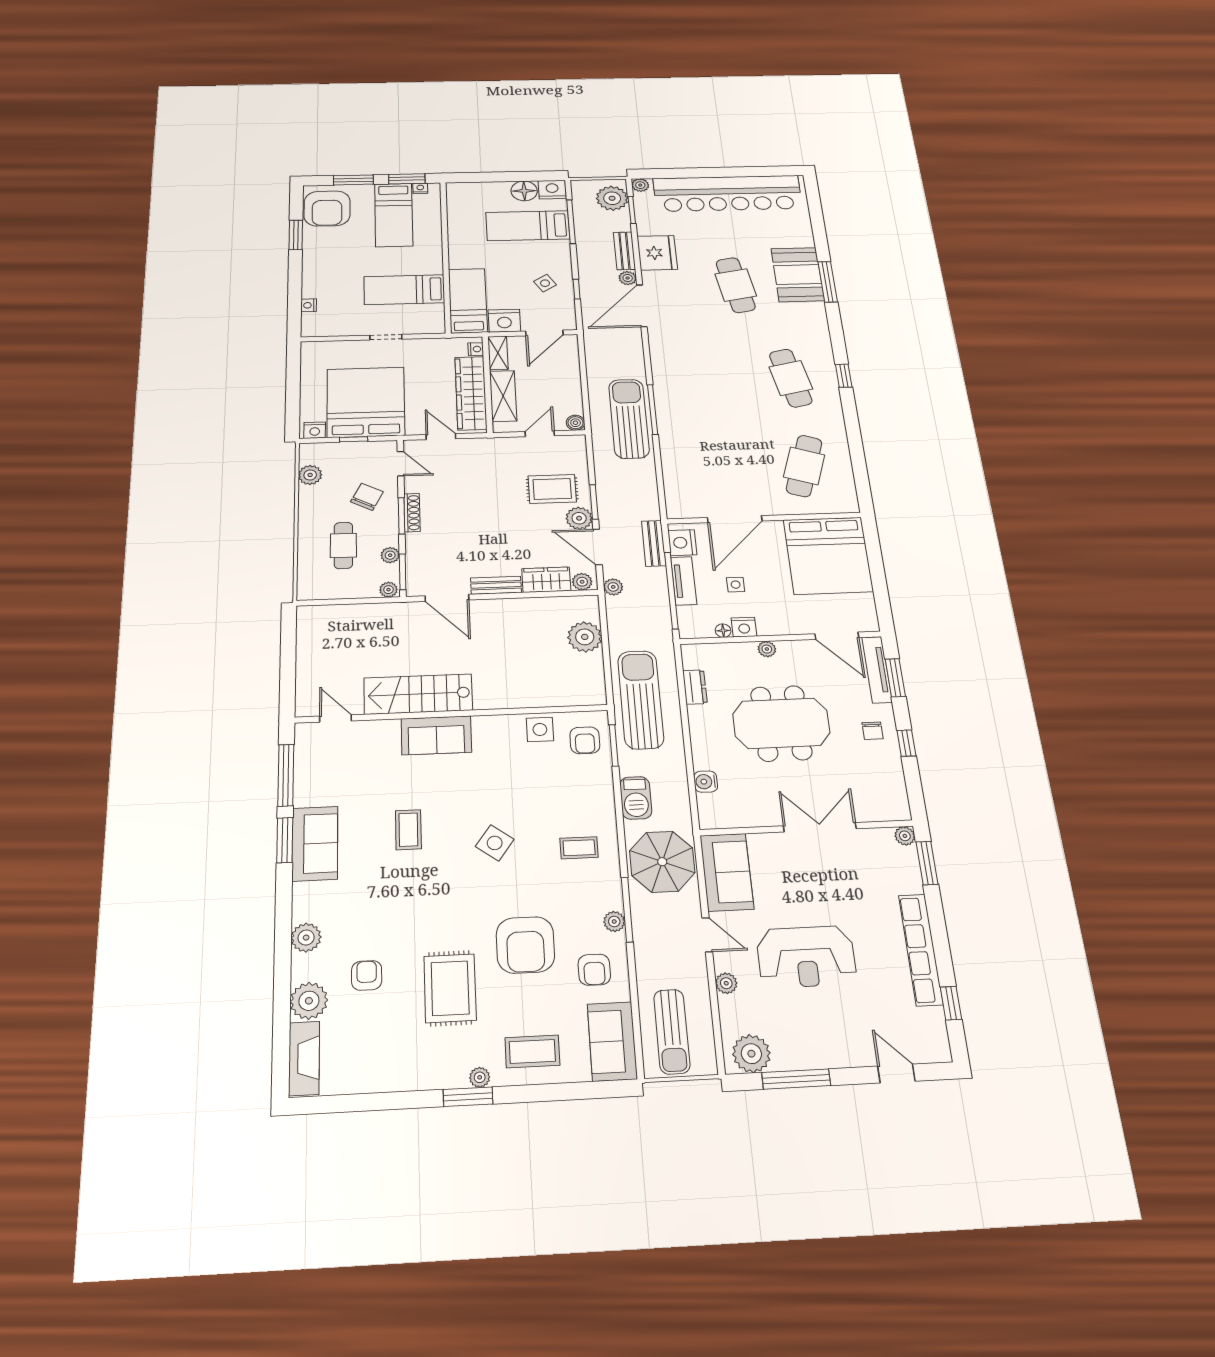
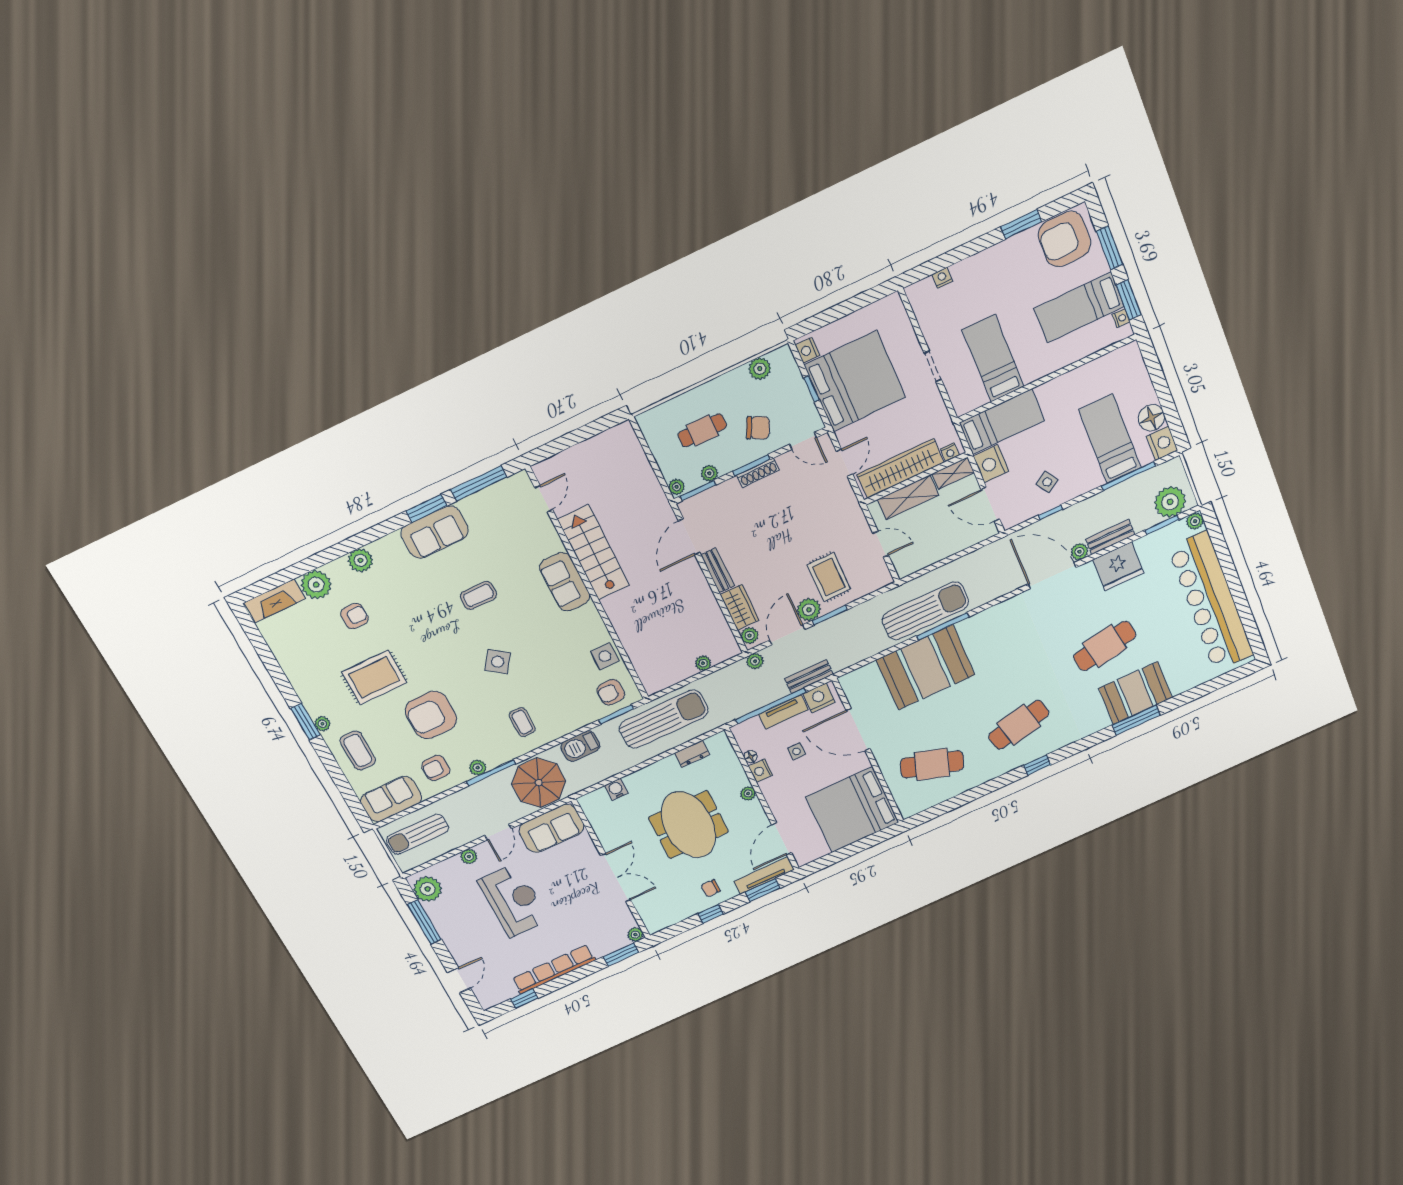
boiler: (576, 423) -> (904, 569), removed
booth: (691, 438) -> (925, 667), added
door: (401, 464) -> (803, 441), hinge flipped
plant: (585, 637) -> (703, 663), width x0.53, depth x0.53
reception desk: (806, 957) -> (513, 900), turned 180

